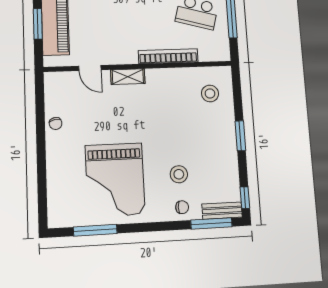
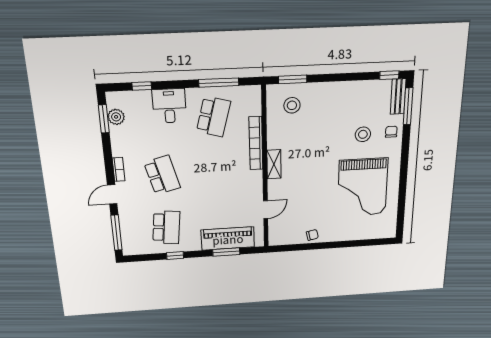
shelving: (128, 77) -> (274, 164), moved
window: (240, 136) -> (293, 79), moved
grand piano: (115, 180) -> (363, 187), turned 90
window: (95, 230) -> (402, 202), removed

